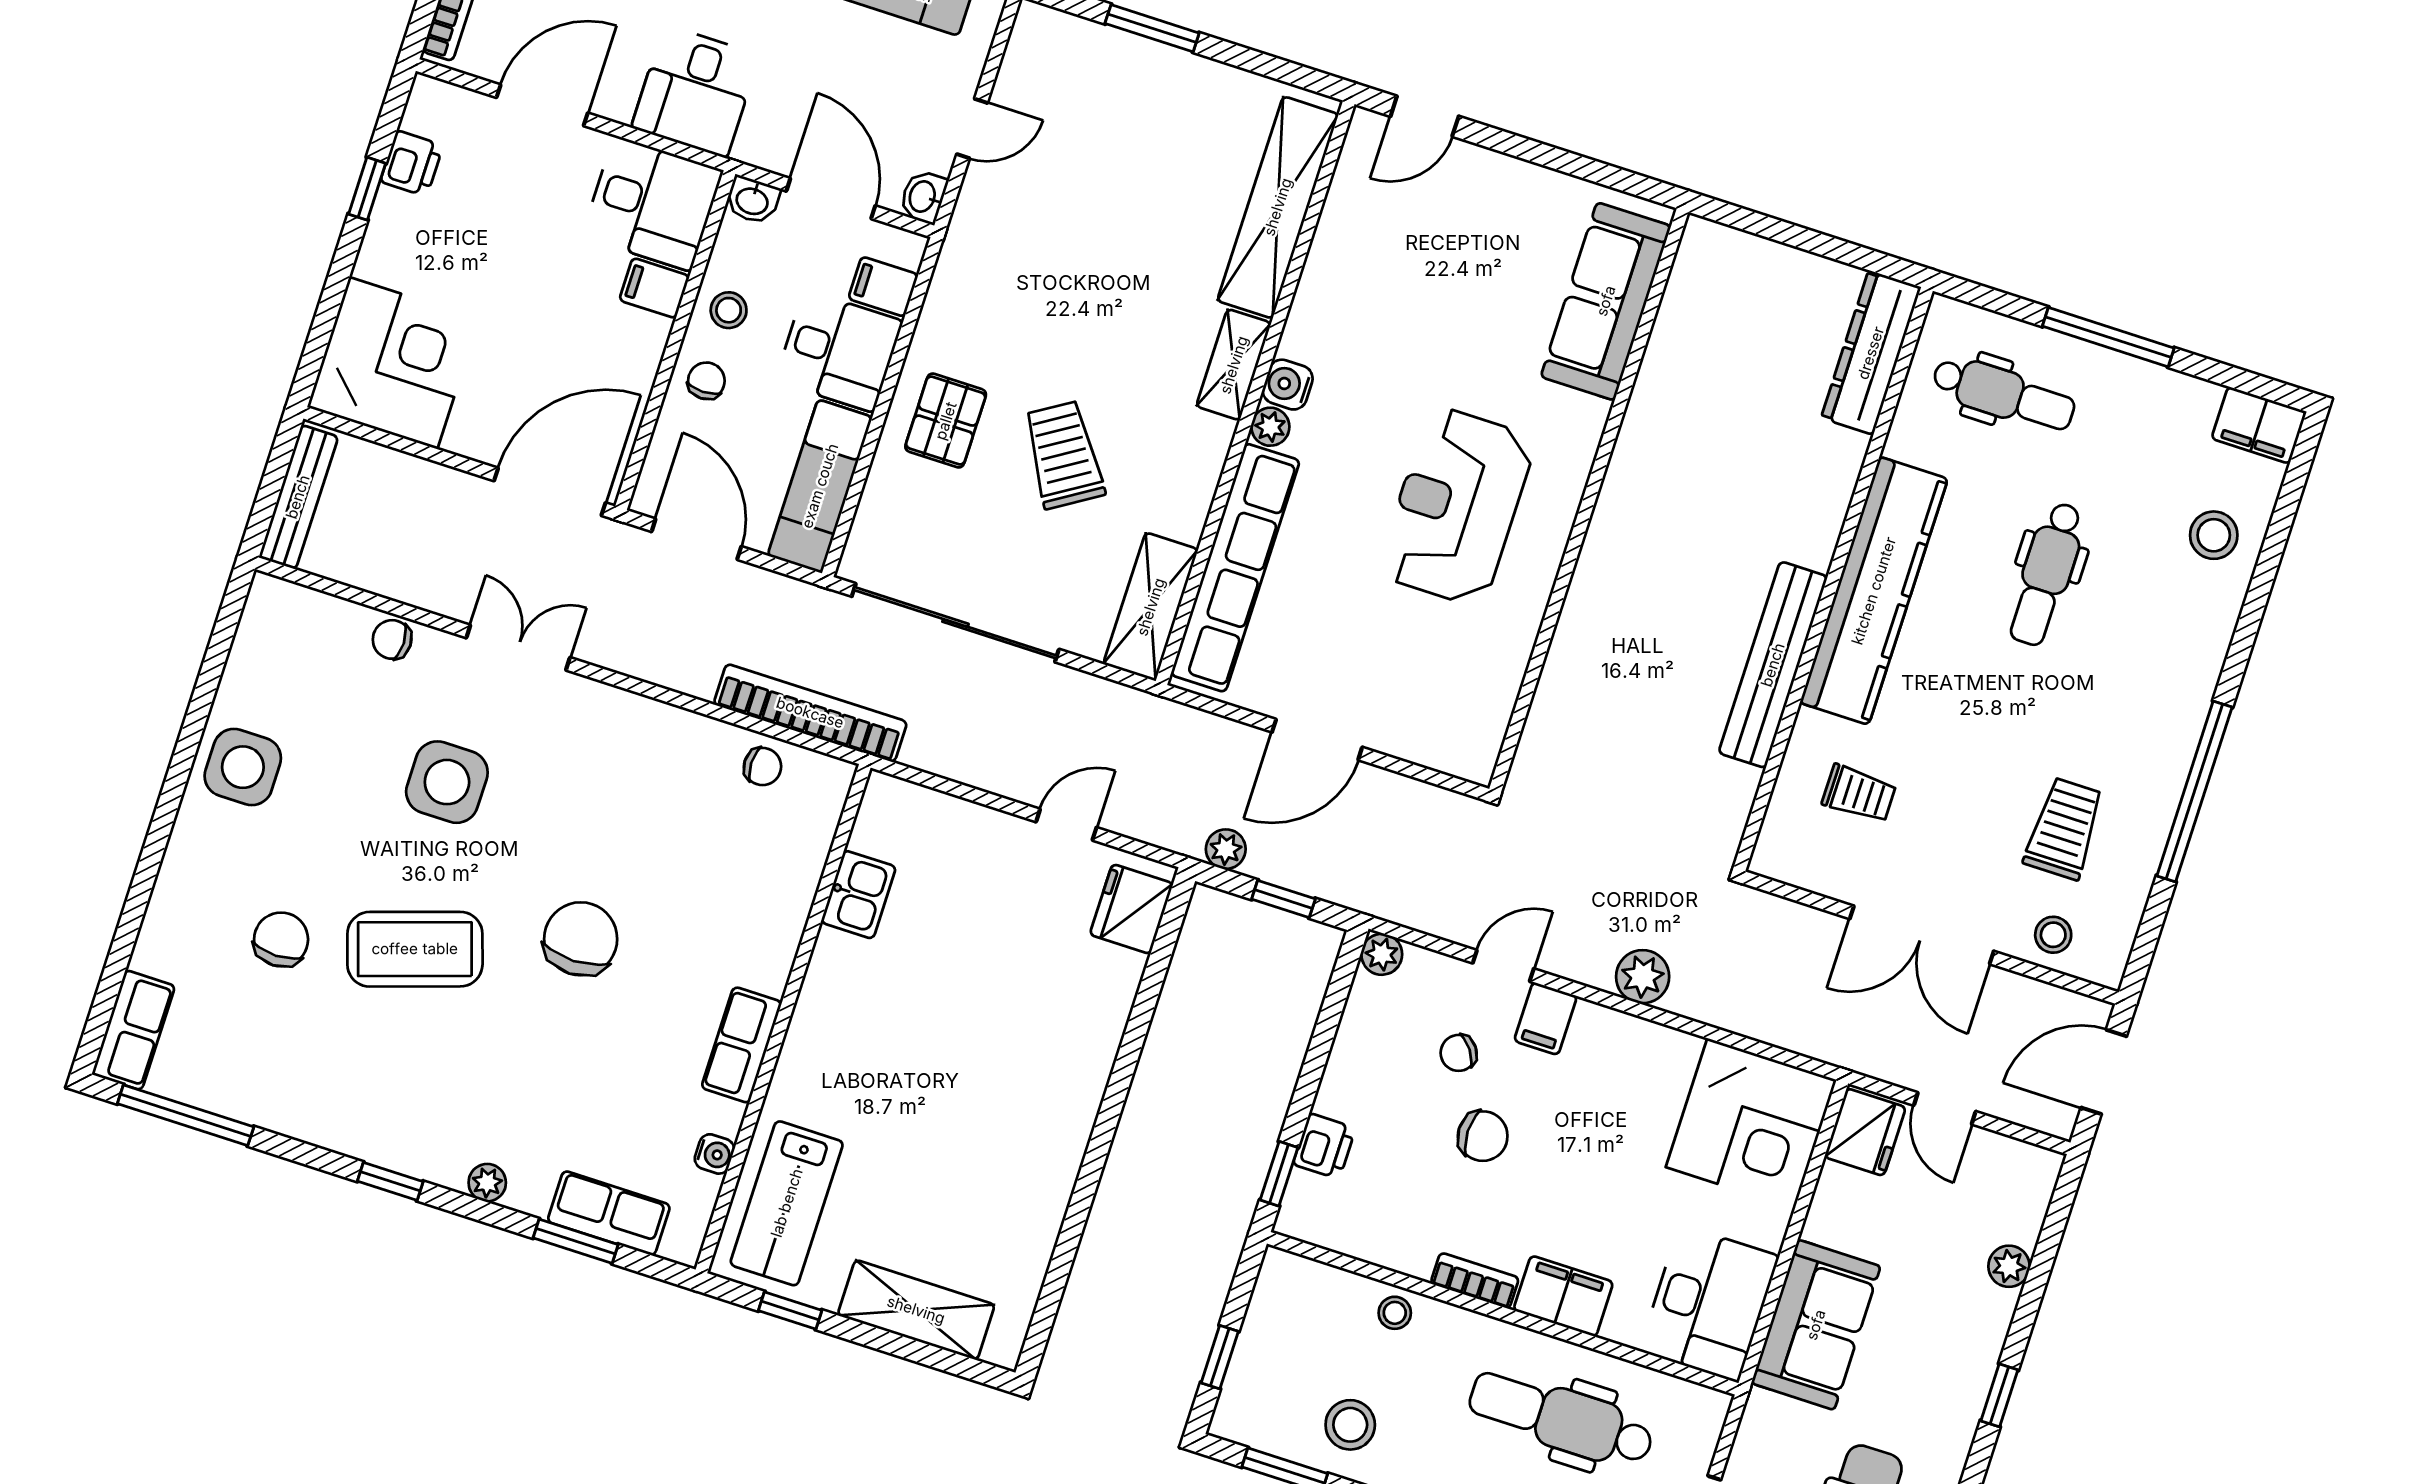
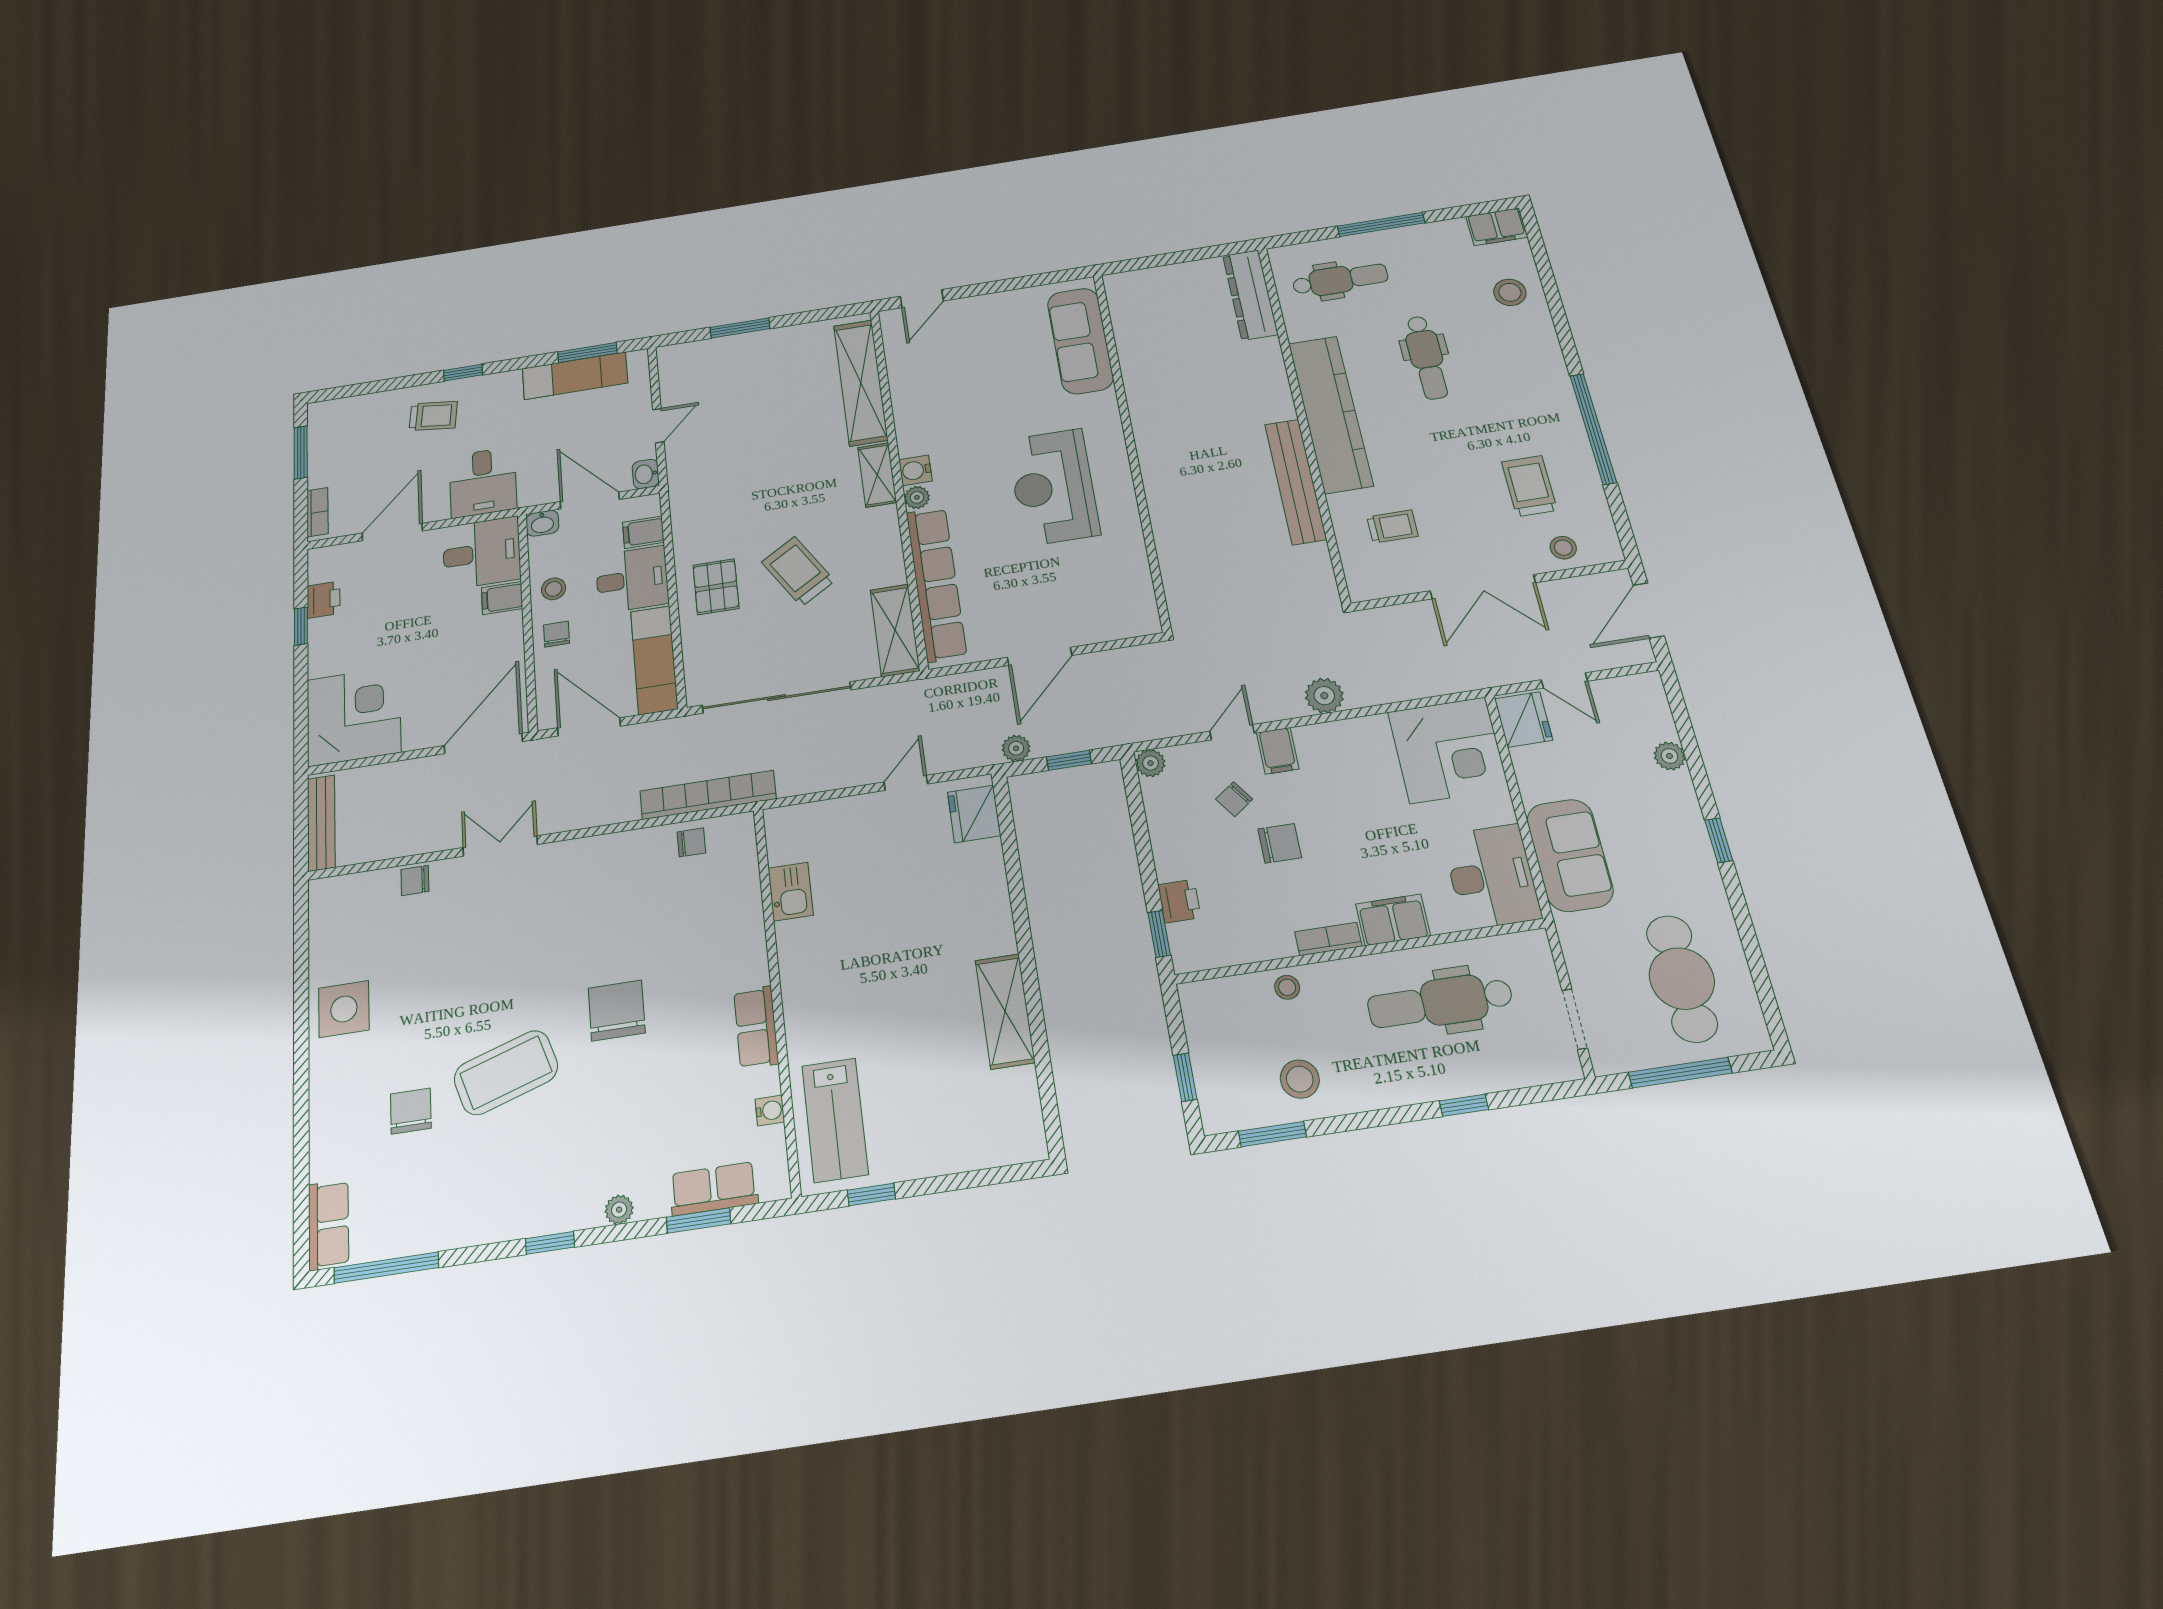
side table: (447, 782) -> (486, 952), removed
shelving: (916, 1310) -> (1005, 1011), moved, turned 90

